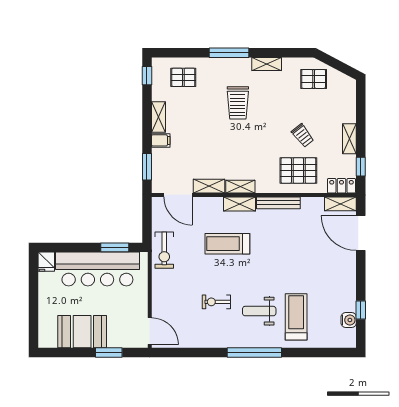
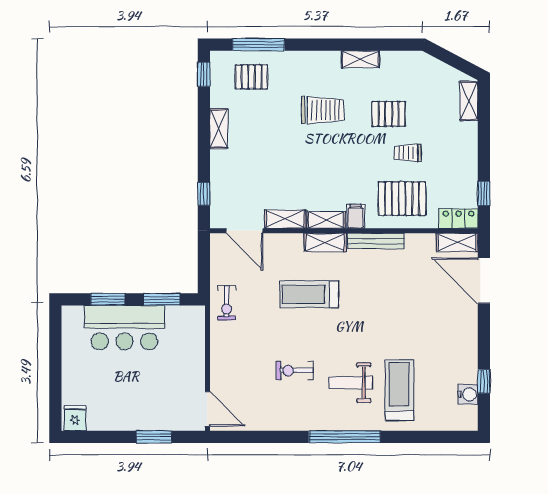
window: (229, 53) -> (258, 45), moved
pallet: (314, 79) -> (388, 114), moved
trolley: (238, 103) -> (323, 110), turned -90
trolley: (303, 135) -> (408, 153), turned 128
shelving: (349, 139) -> (469, 101), moved
filing cabinet: (161, 140) -> (356, 216), moved, turned -90
window: (147, 167) -> (204, 194), width x0.67
window: (74, 247) -> (108, 299), added
exercise bike: (164, 250) -> (227, 303), width x0.73, depth x0.72
fridge: (46, 262) -> (75, 418), moved, turned 180
bar counter: (97, 269) -> (125, 328), width x0.73
booth: (82, 332) -> (119, 410), removed

